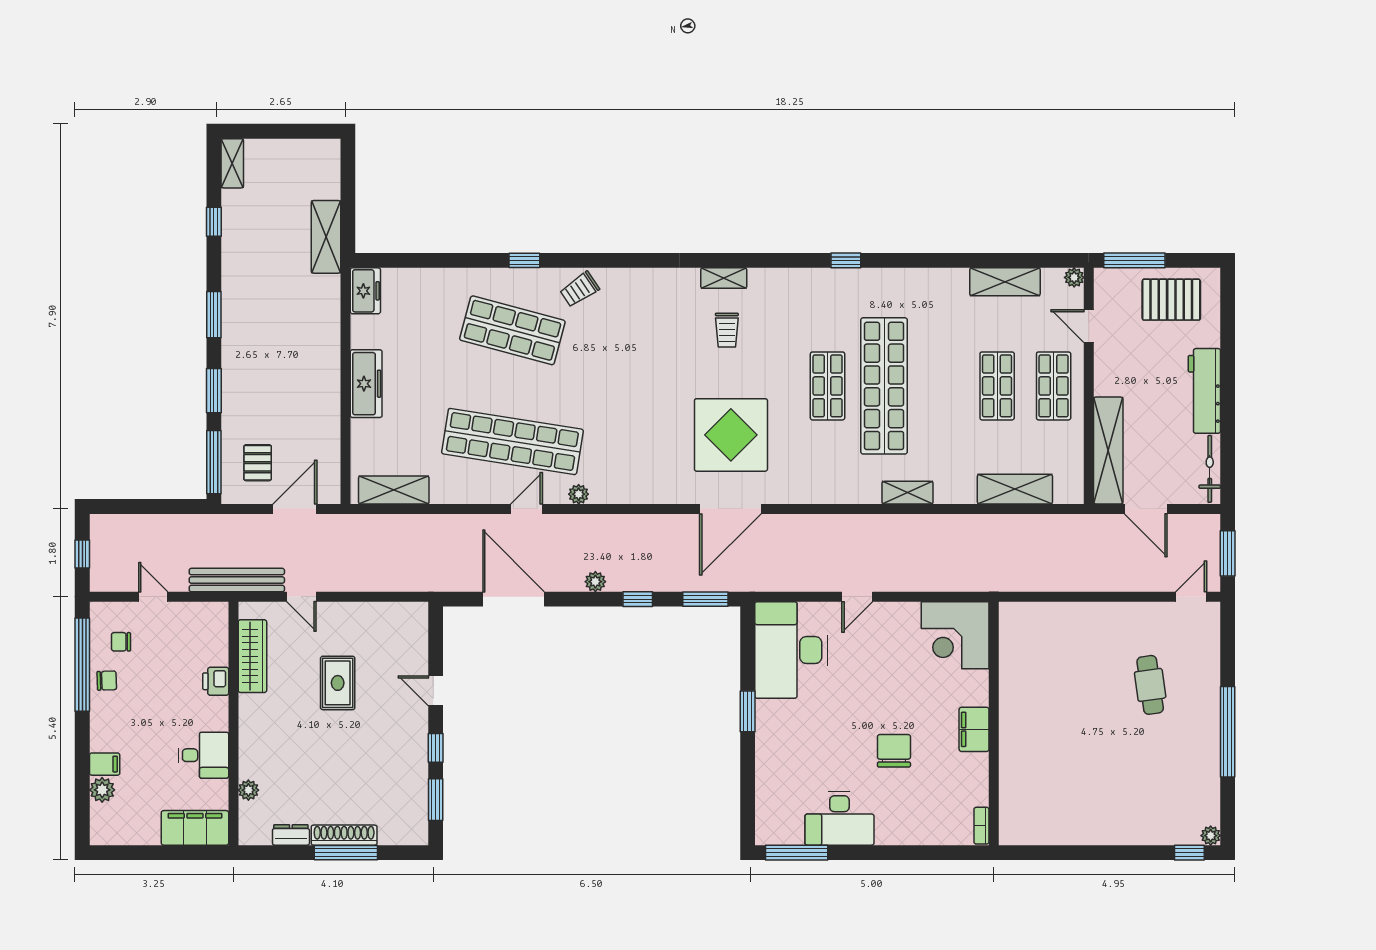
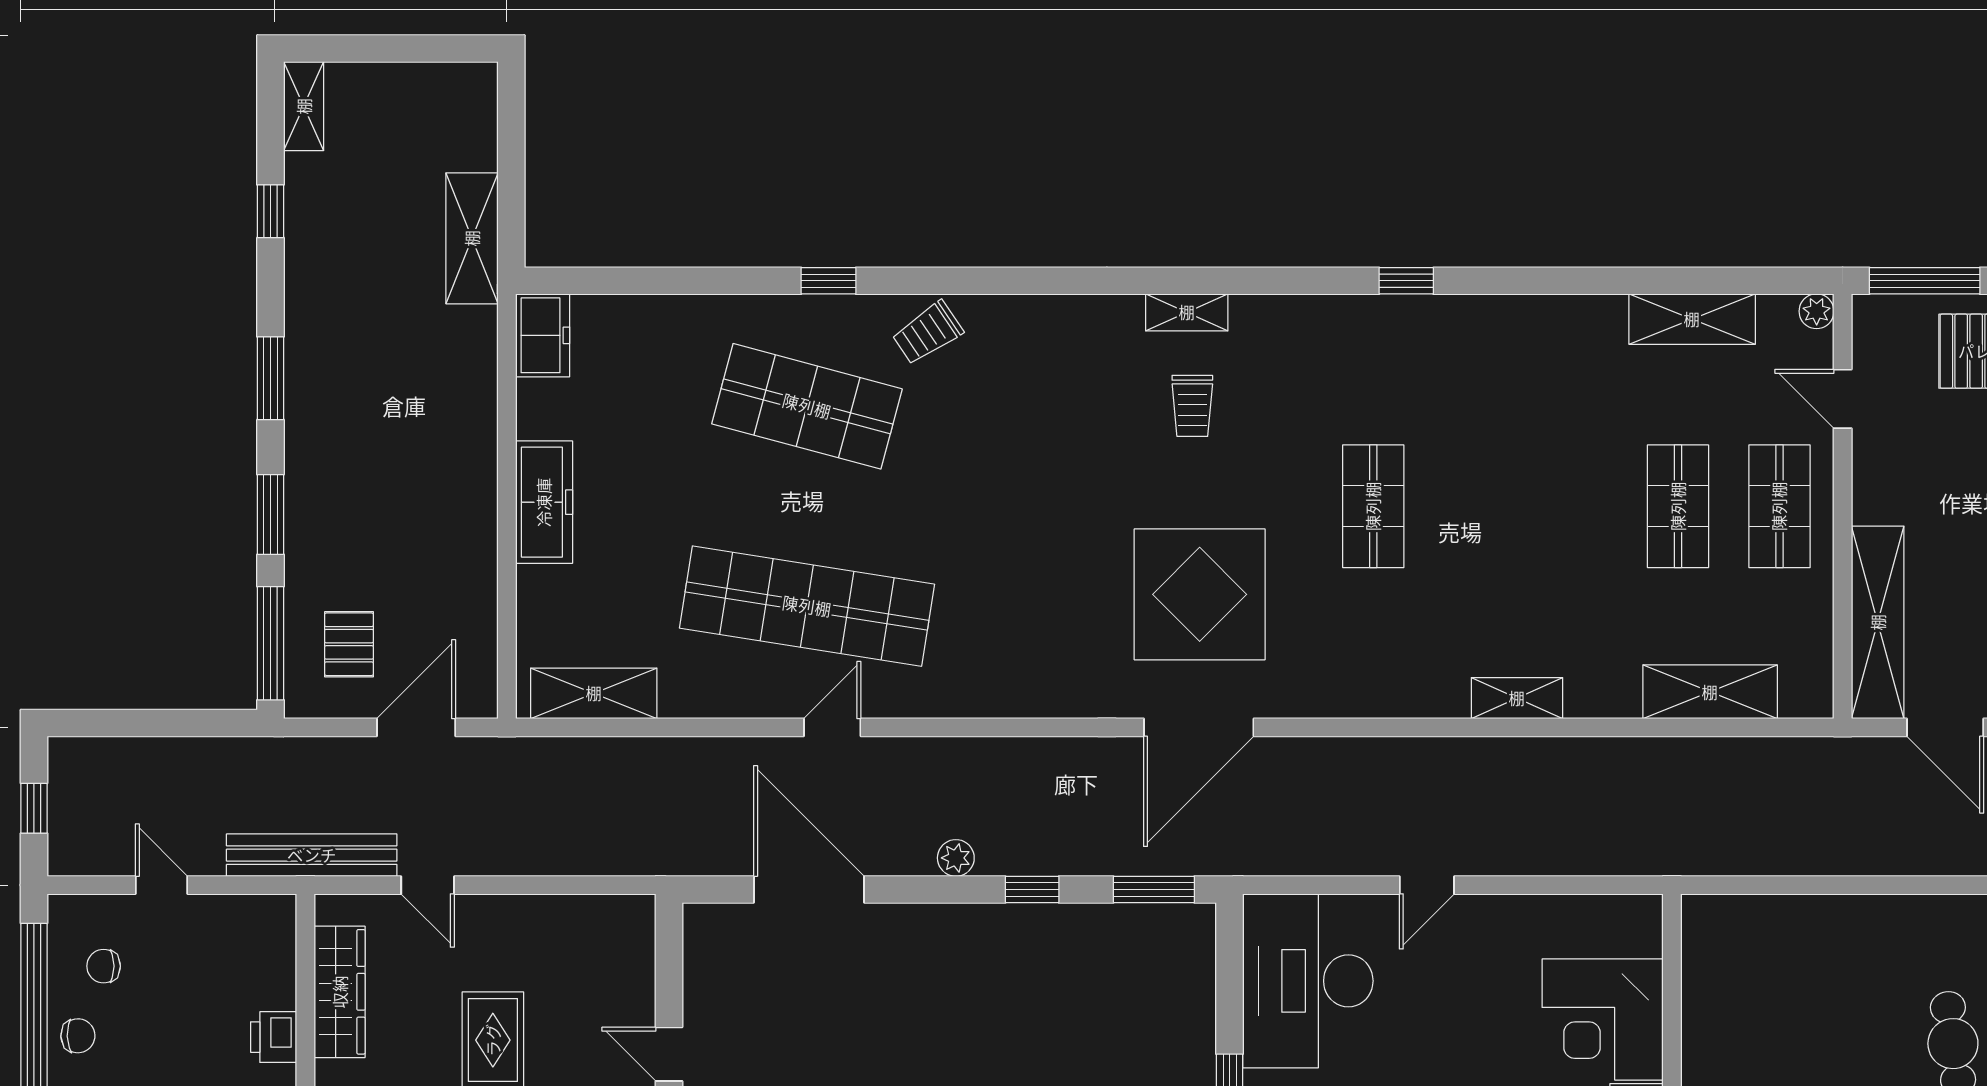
shop shelf: (884, 386) -> (1475, 506), removed
plant: (579, 494) -> (926, 701), removed
corner desk: (955, 635) -> (1603, 1020), moved

